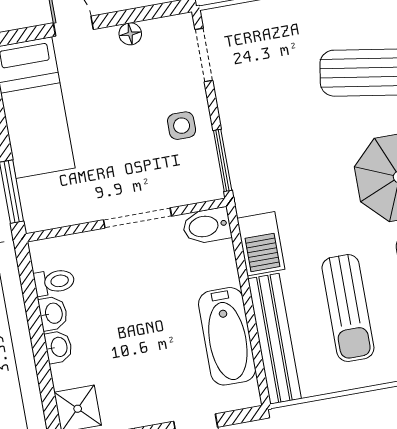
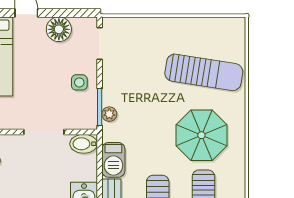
floor lamp: (130, 34) -> (59, 29), width x1.89, depth x1.89
plant: (241, 169) -> (109, 114), added

